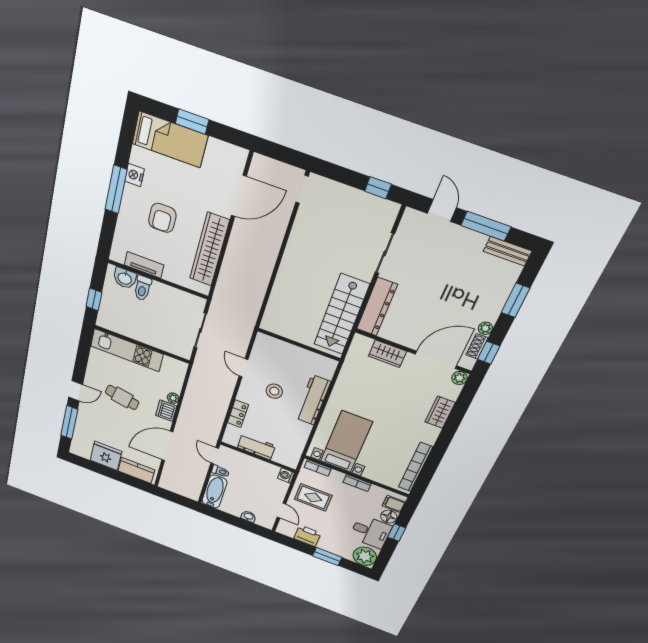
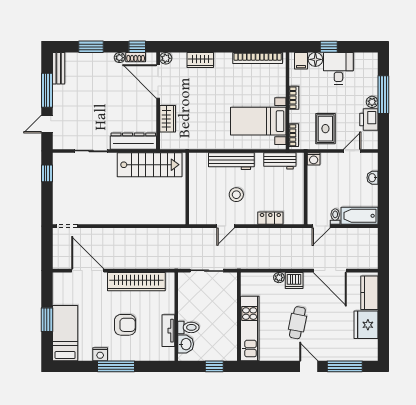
workbench: (256, 447) -> (280, 161), moved, turned -90
plant: (365, 556) -> (372, 102), moved, width x0.53, depth x0.53
window: (327, 557) -> (383, 95), width x1.44

